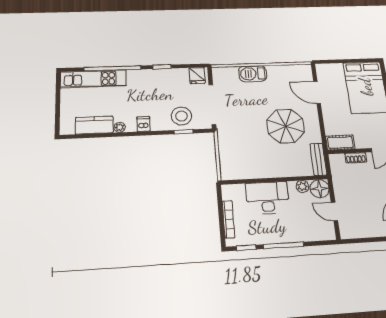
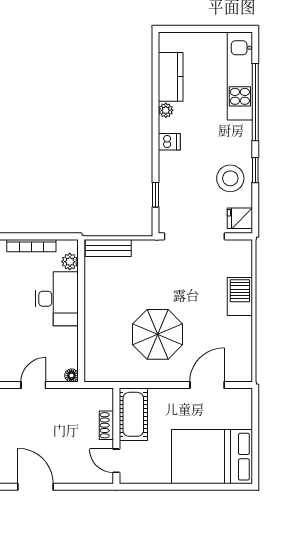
stool: (181, 116) -> (230, 178), moved
cot: (340, 142) -> (133, 414), width x1.37, depth x1.34
bench: (318, 159) -> (108, 248), moved
plant: (302, 186) -> (70, 262), moved
floor lamp: (320, 189) -> (71, 375), width x0.53, depth x0.53

